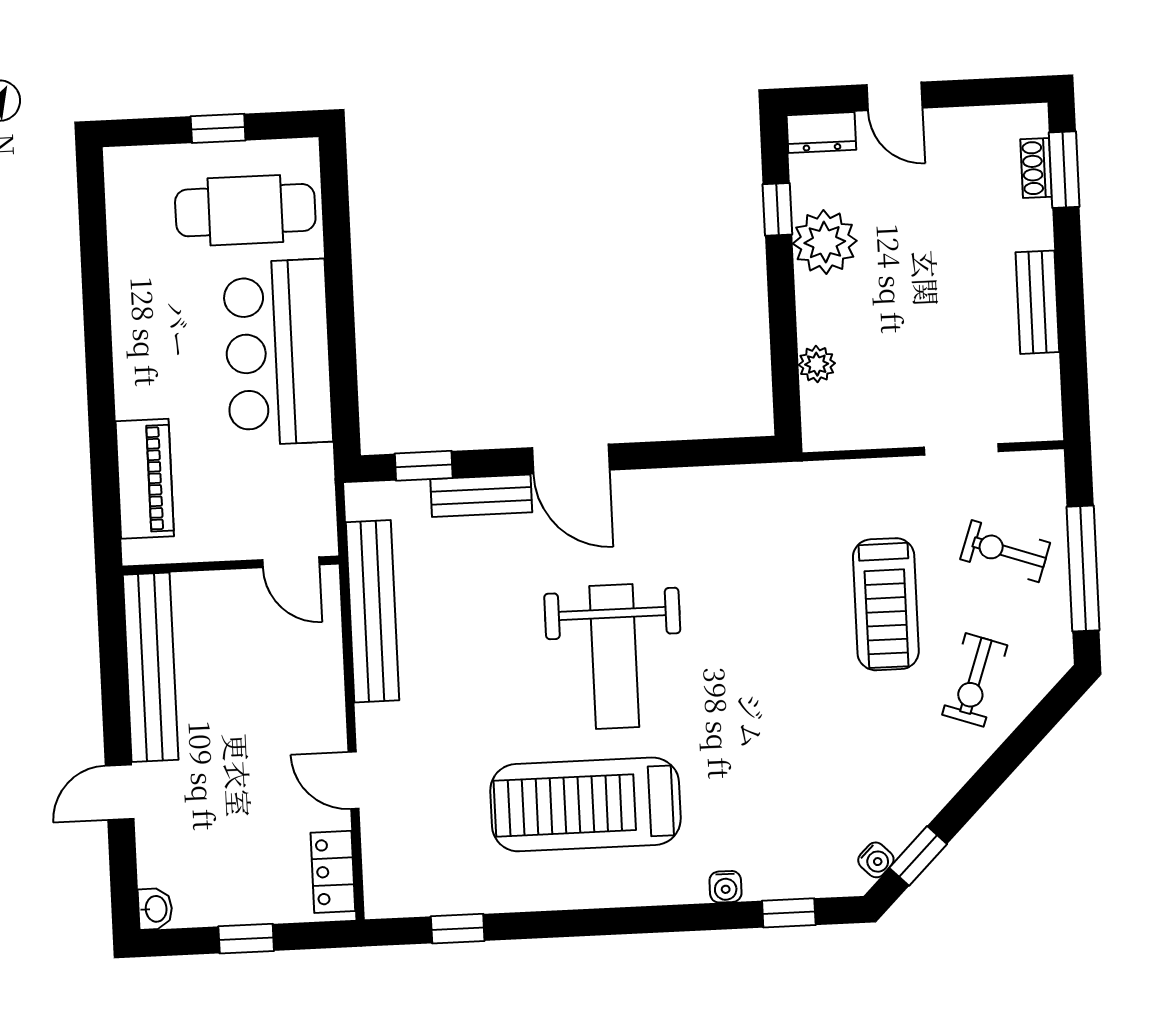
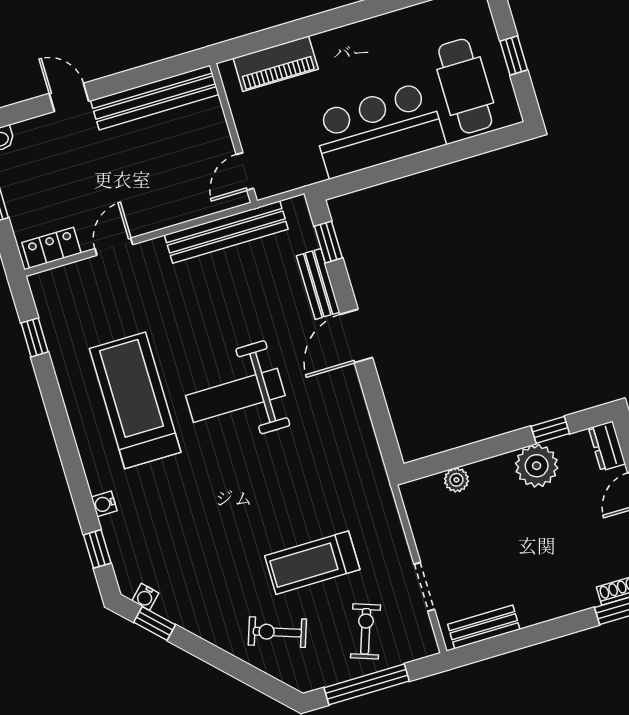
bench: (1037, 302) -> (484, 627), moved

